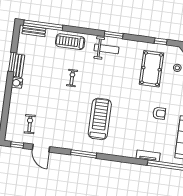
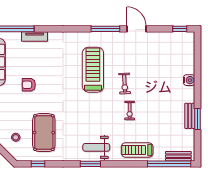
treadmill: (70, 42) -> (137, 150), turned 180
water cooler: (17, 83) -> (189, 80), moved
treadmill: (100, 119) -> (93, 70), turned 180
exercise bike: (30, 124) -> (125, 83), moved
door: (41, 148) -> (137, 29), moved

